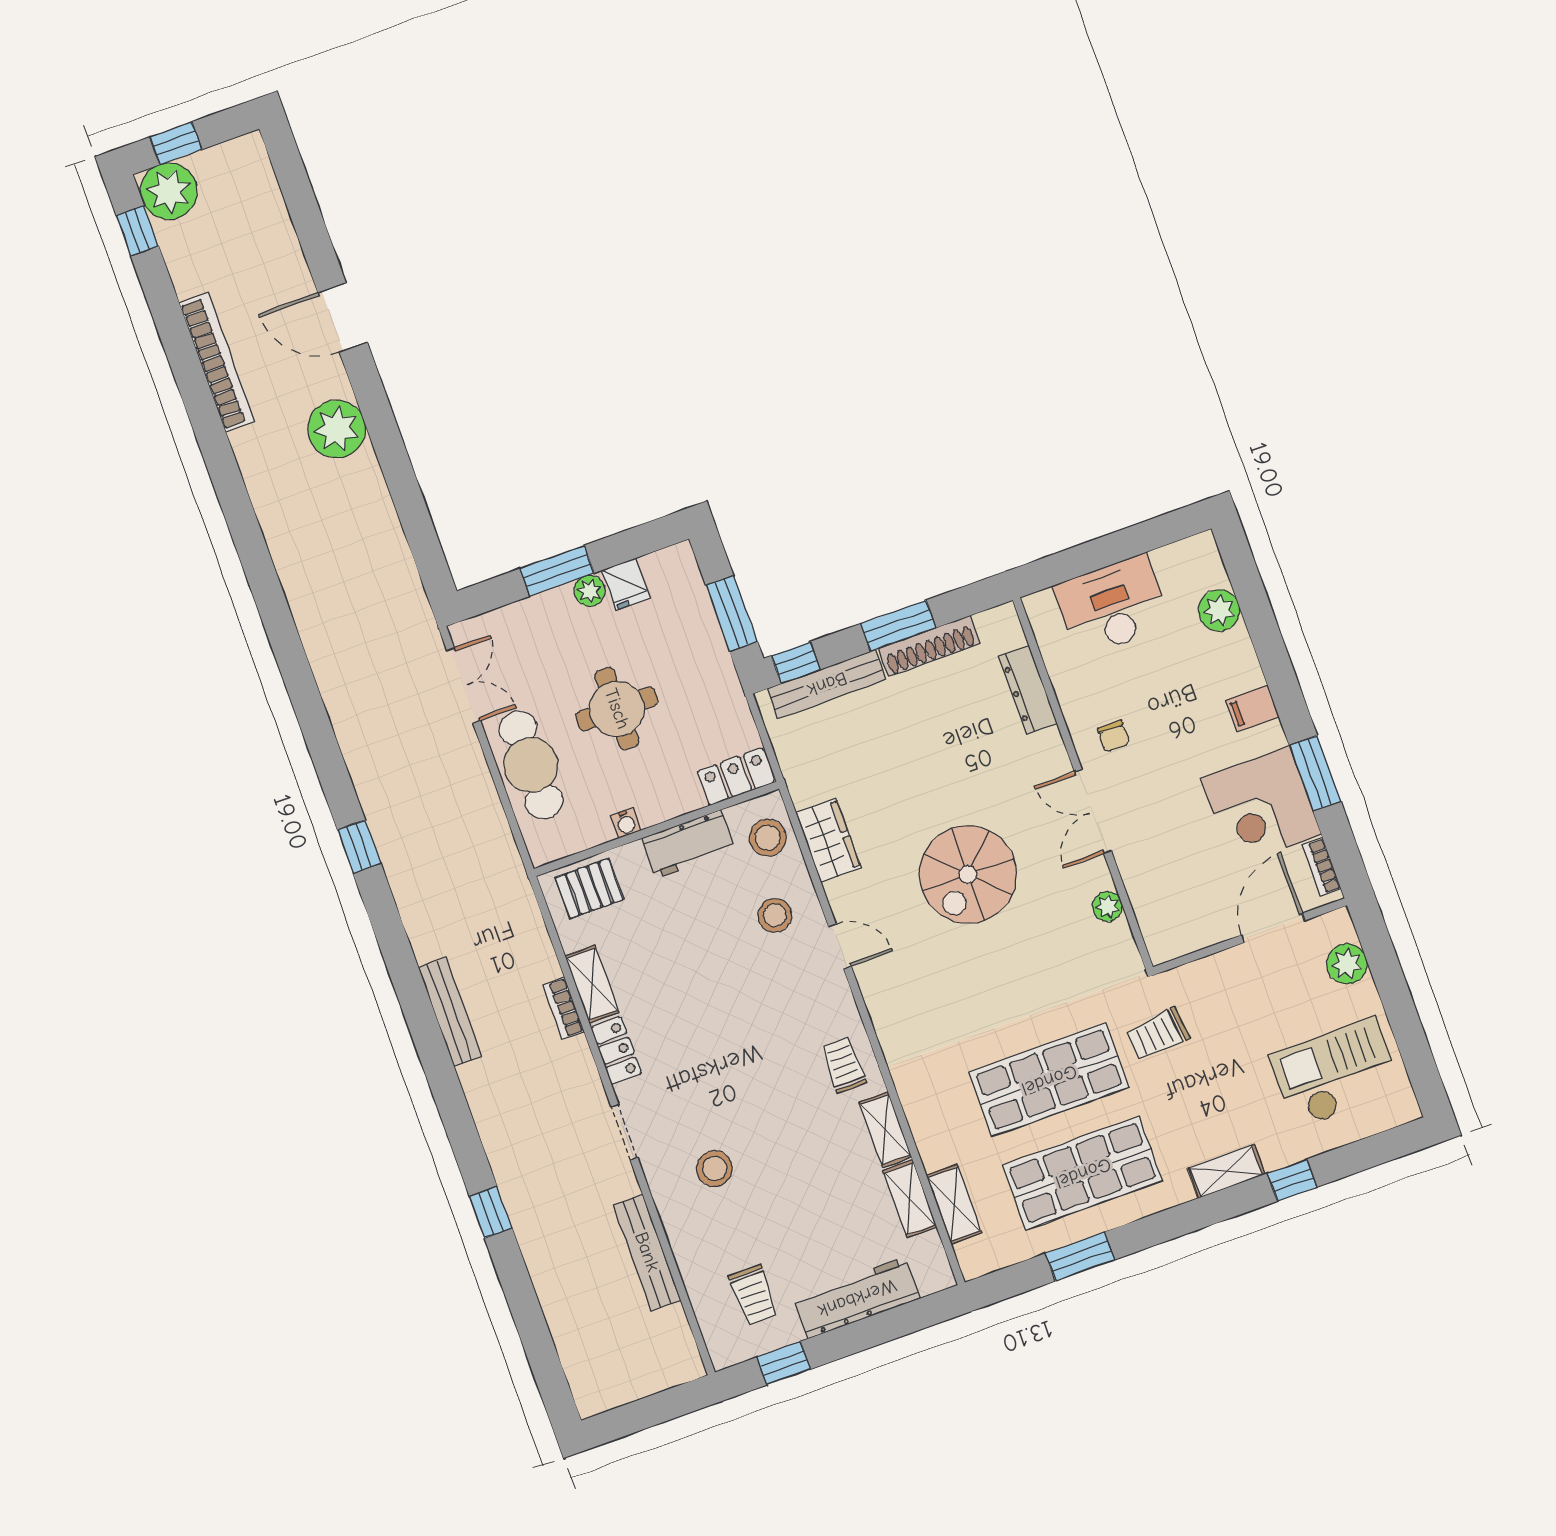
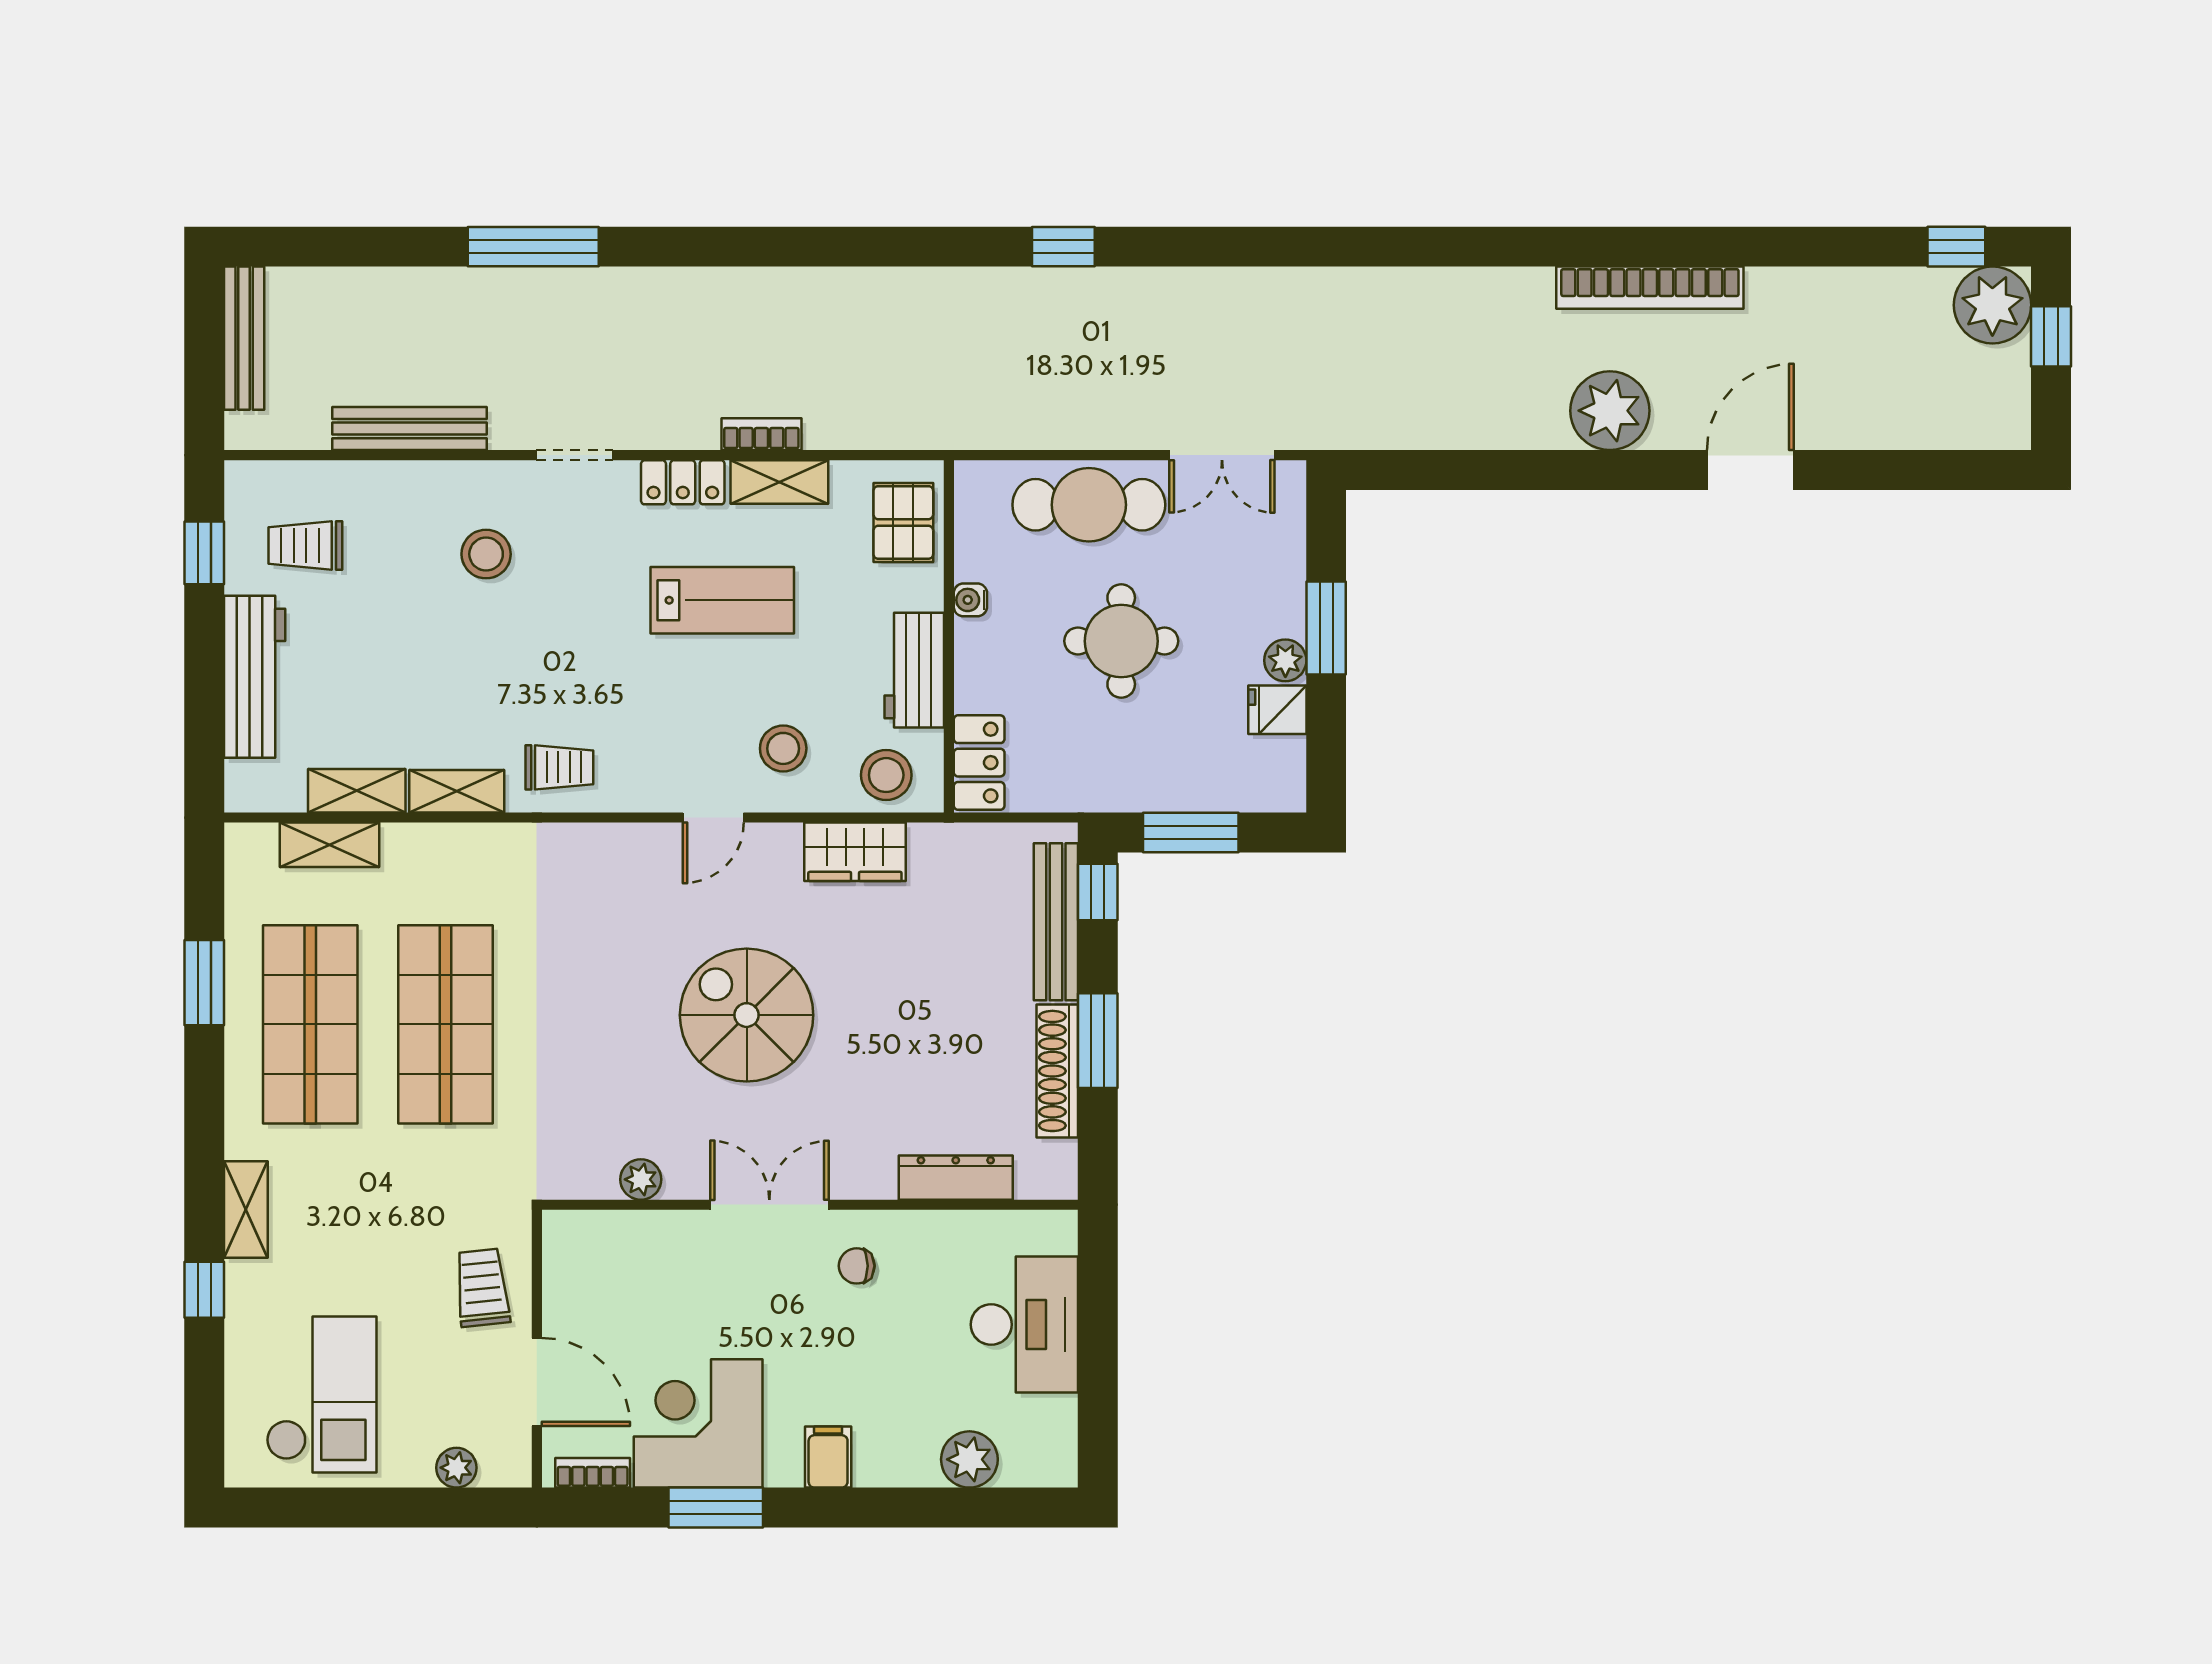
bookcase: (217, 362) -> (1650, 288), moved
plant: (1347, 964) -> (456, 1468), width x0.73, depth x0.73
lab bench: (688, 994) -> (722, 600), added
bench: (450, 1012) -> (244, 338), moved, turned 90
trolley: (1158, 1034) -> (482, 1288), moved
window: (491, 1212) -> (533, 247), width x2.17

